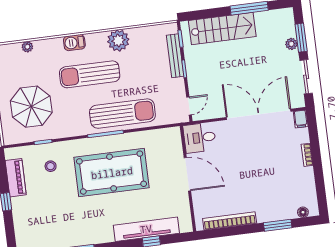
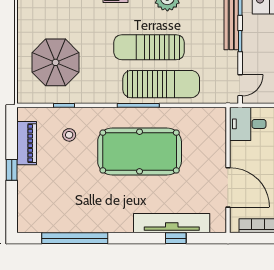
sun lounger: (90, 74) -> (149, 47), moved
door: (187, 174) -> (228, 187), moved

